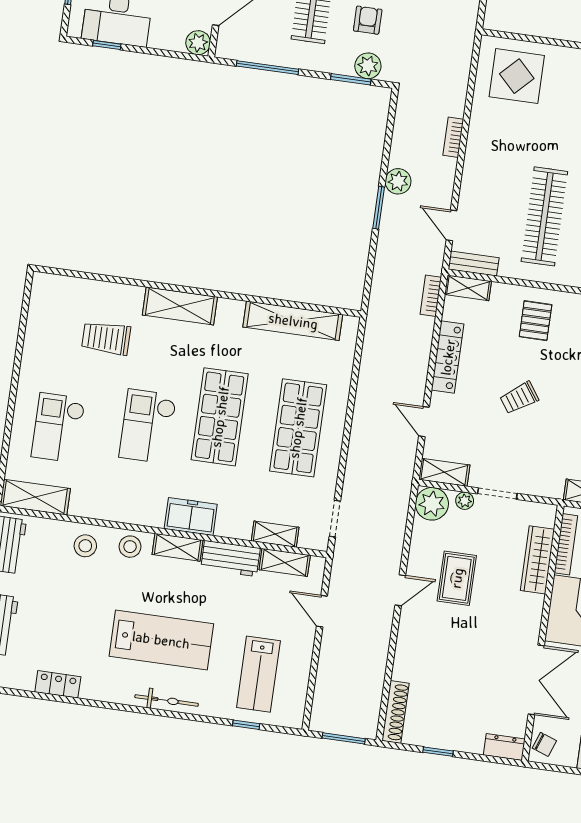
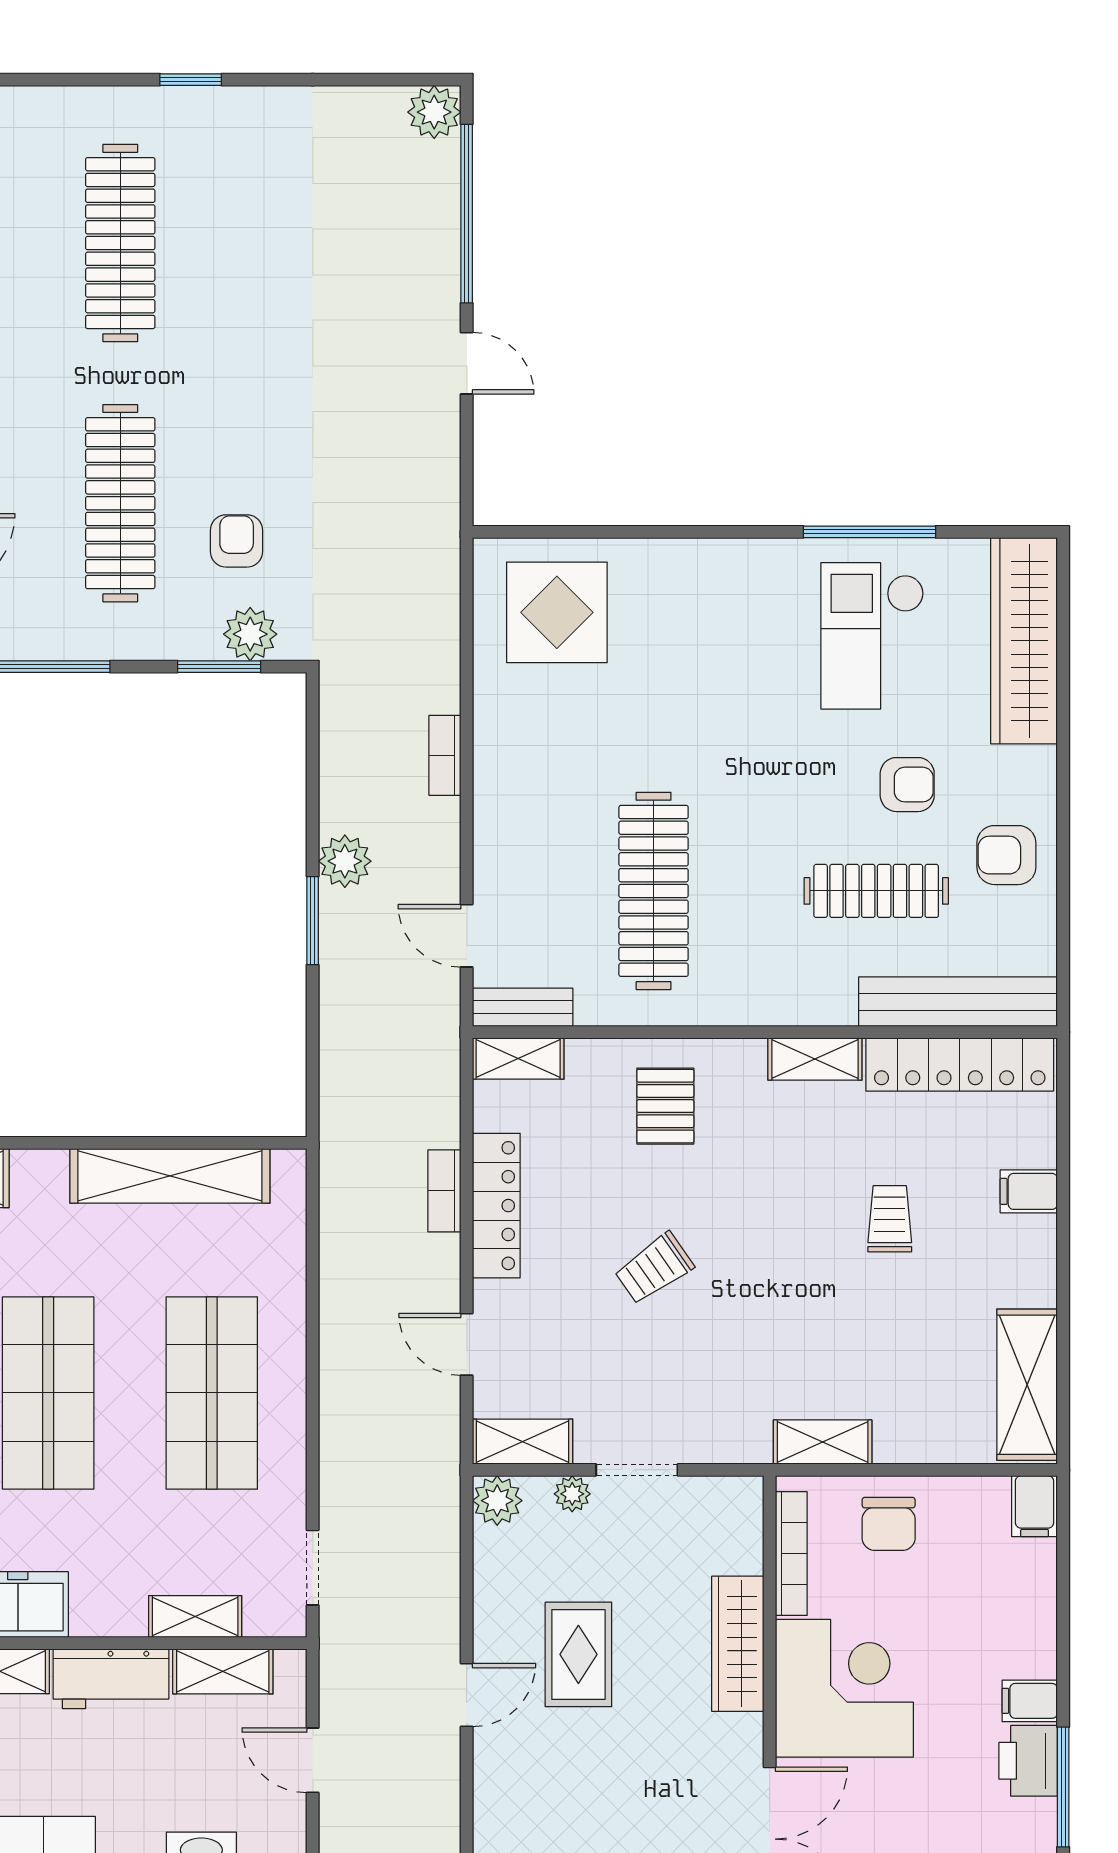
bookcase: (431, 296) -> (444, 1191), moved
plant: (432, 504) -> (497, 1501), width x0.73, depth x0.73
wardrobe: (537, 560) -> (738, 1644), moved

